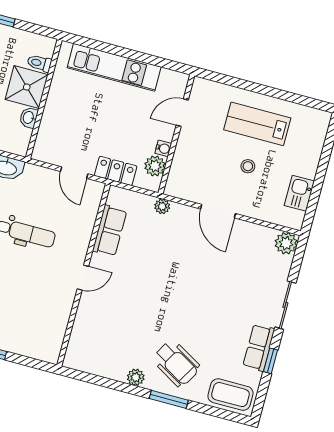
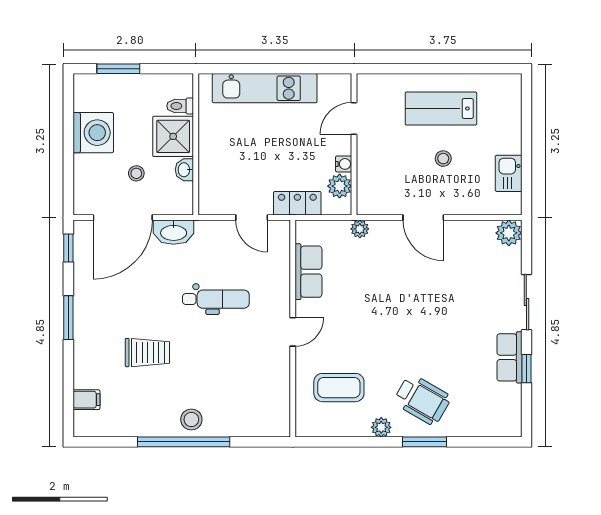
coffee table: (230, 395) -> (339, 388), moved

